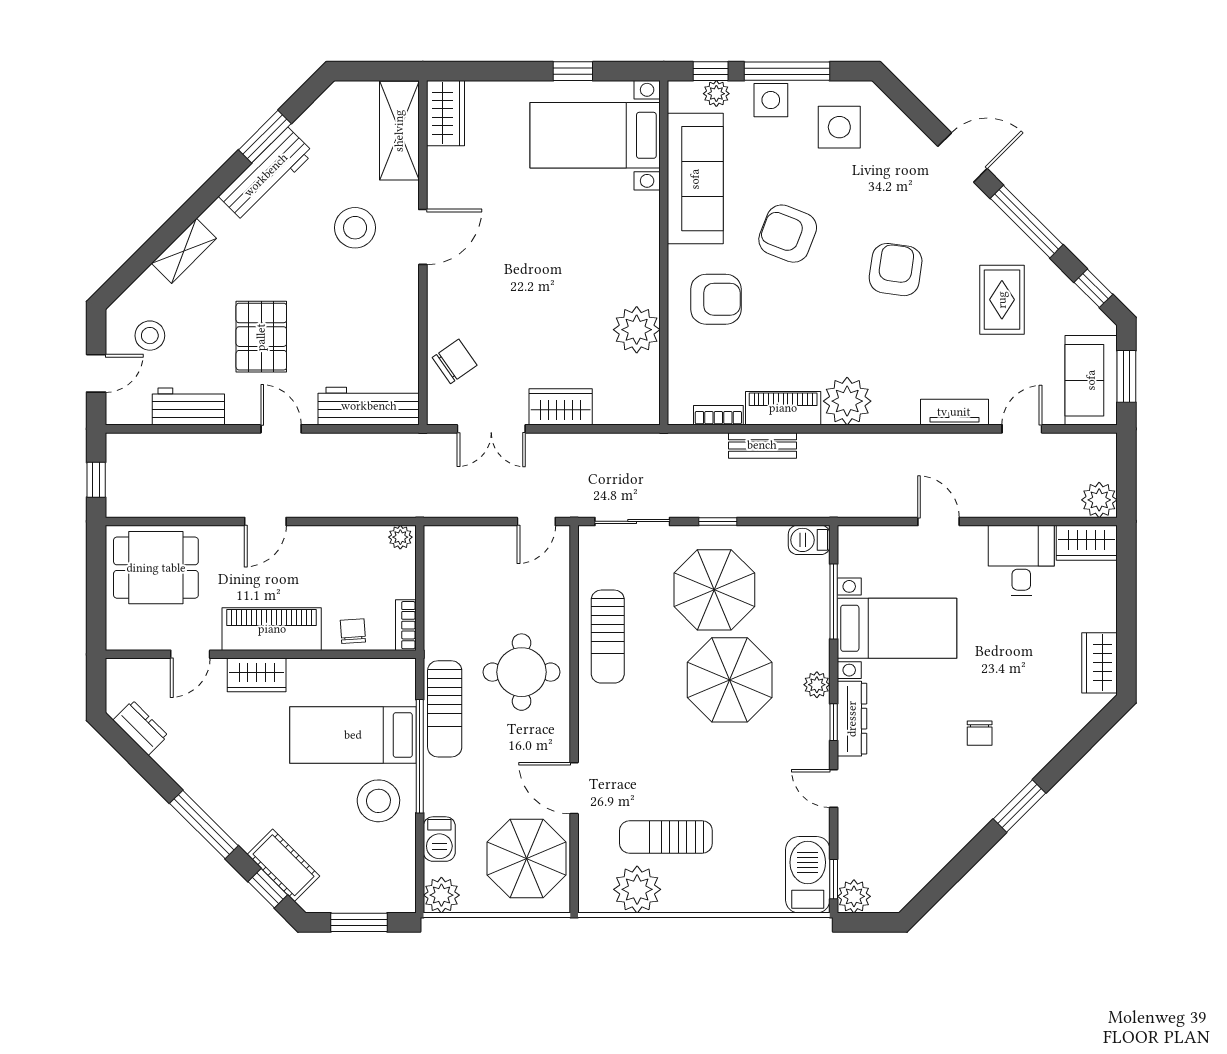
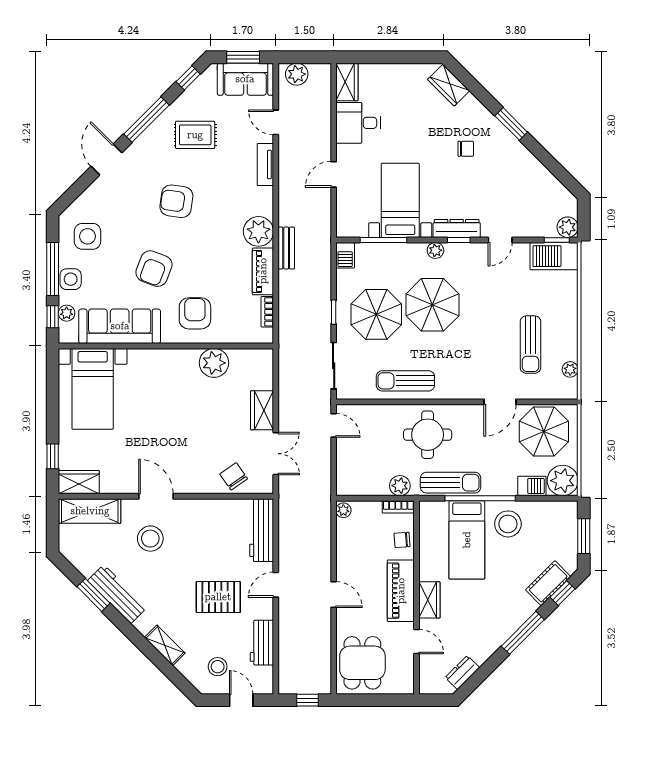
window: (573, 71) -> (53, 456), moved
bench: (762, 445) -> (286, 248), moved
plant: (1099, 500) -> (297, 74), moved
plant: (440, 628) -> (400, 486), added
sun lounger: (608, 637) -> (405, 381), turned 180
wardrobe: (1100, 663) -> (449, 85), moved, turned 45
plant: (637, 889) -> (570, 369), width x0.53, depth x0.53
plant: (441, 895) -> (563, 481), width x1.36, depth x1.36

